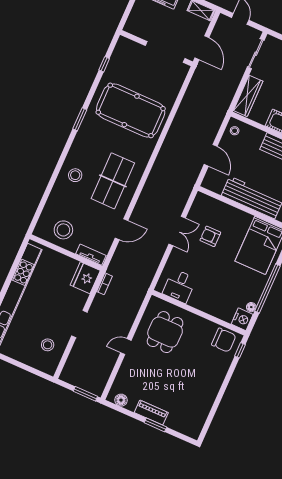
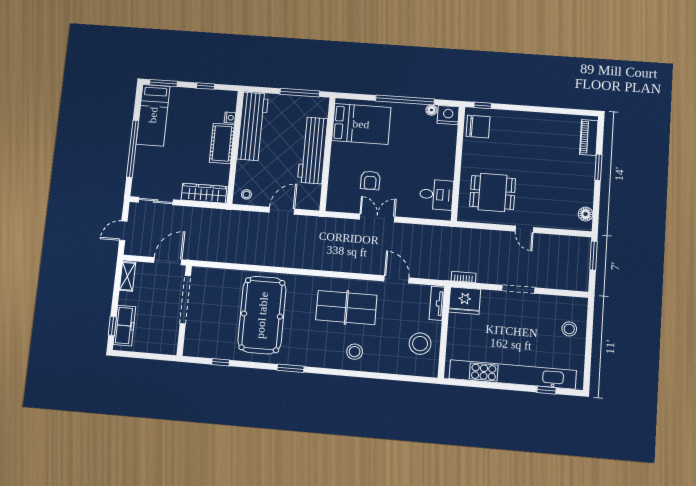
chair: (224, 340) -> (478, 127), turned 90
stool: (48, 345) -> (569, 329), moved
piano: (151, 413) -> (589, 137), moved

